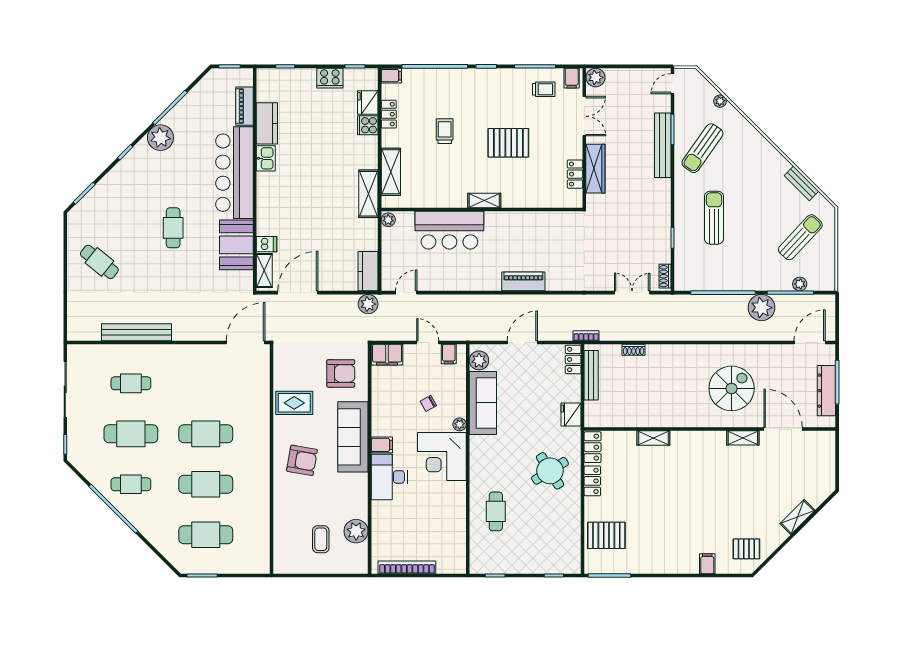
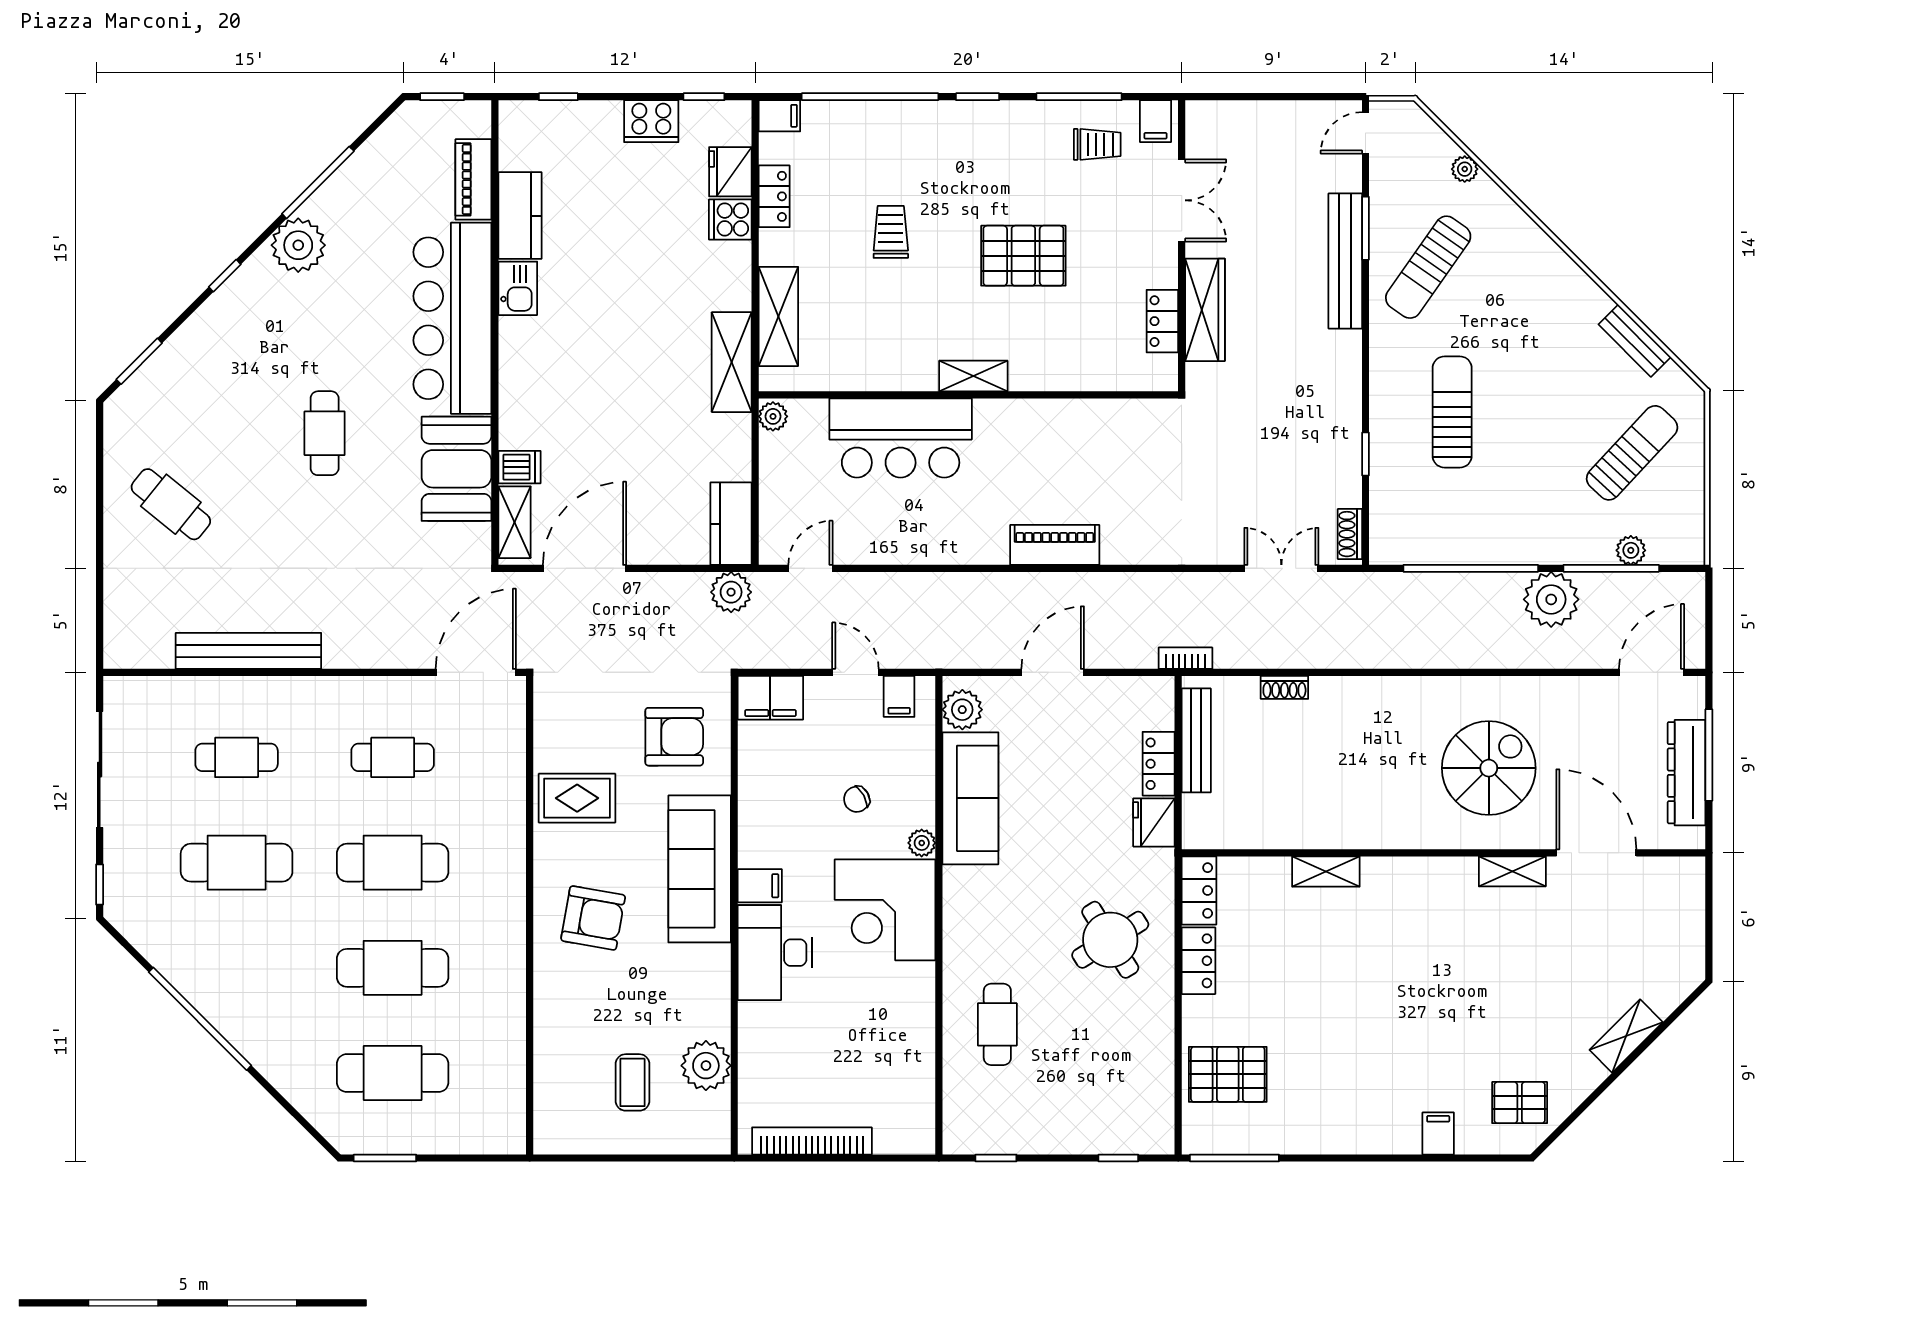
plant: (596, 77) -> (1205, 120), removed
locker: (573, 360) -> (1159, 764), moved
cafe table: (131, 484) -> (393, 757), moved

